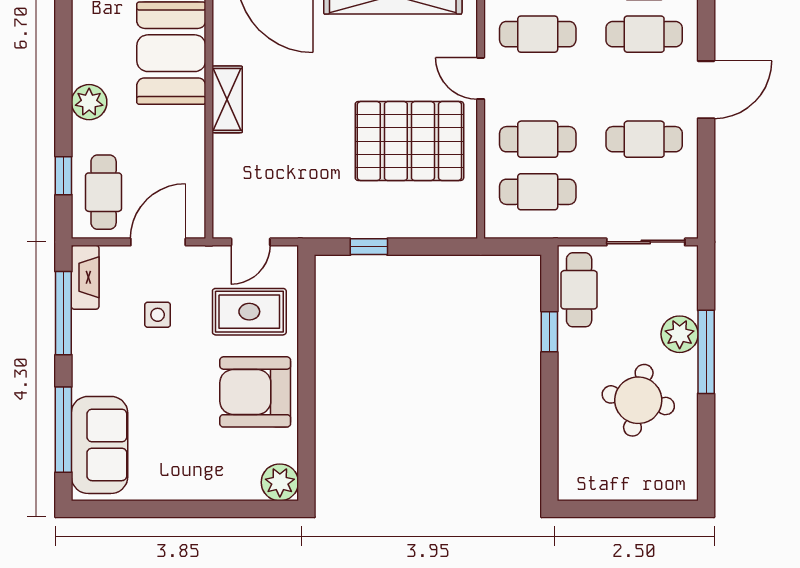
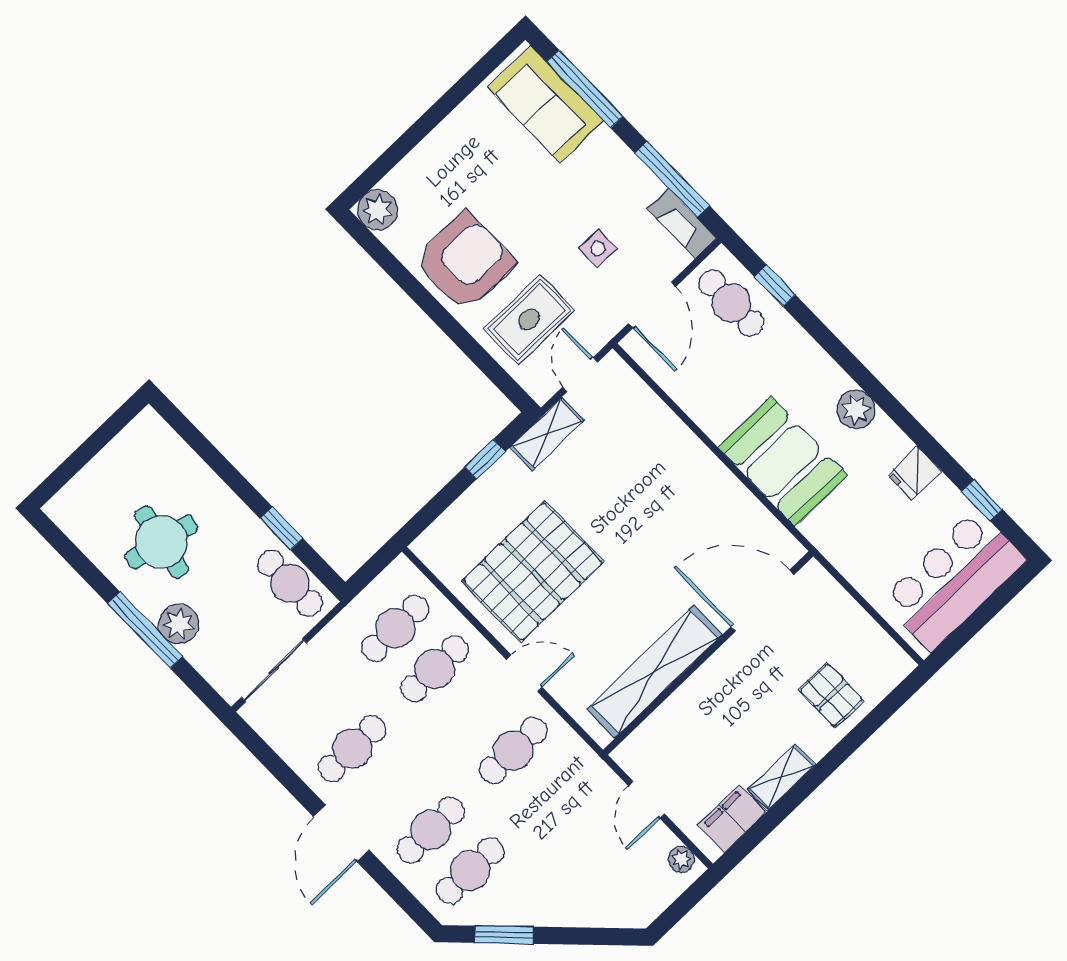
shelving: (227, 99) -> (547, 434), moved, turned 90
plant: (89, 102) -> (856, 409), moved

